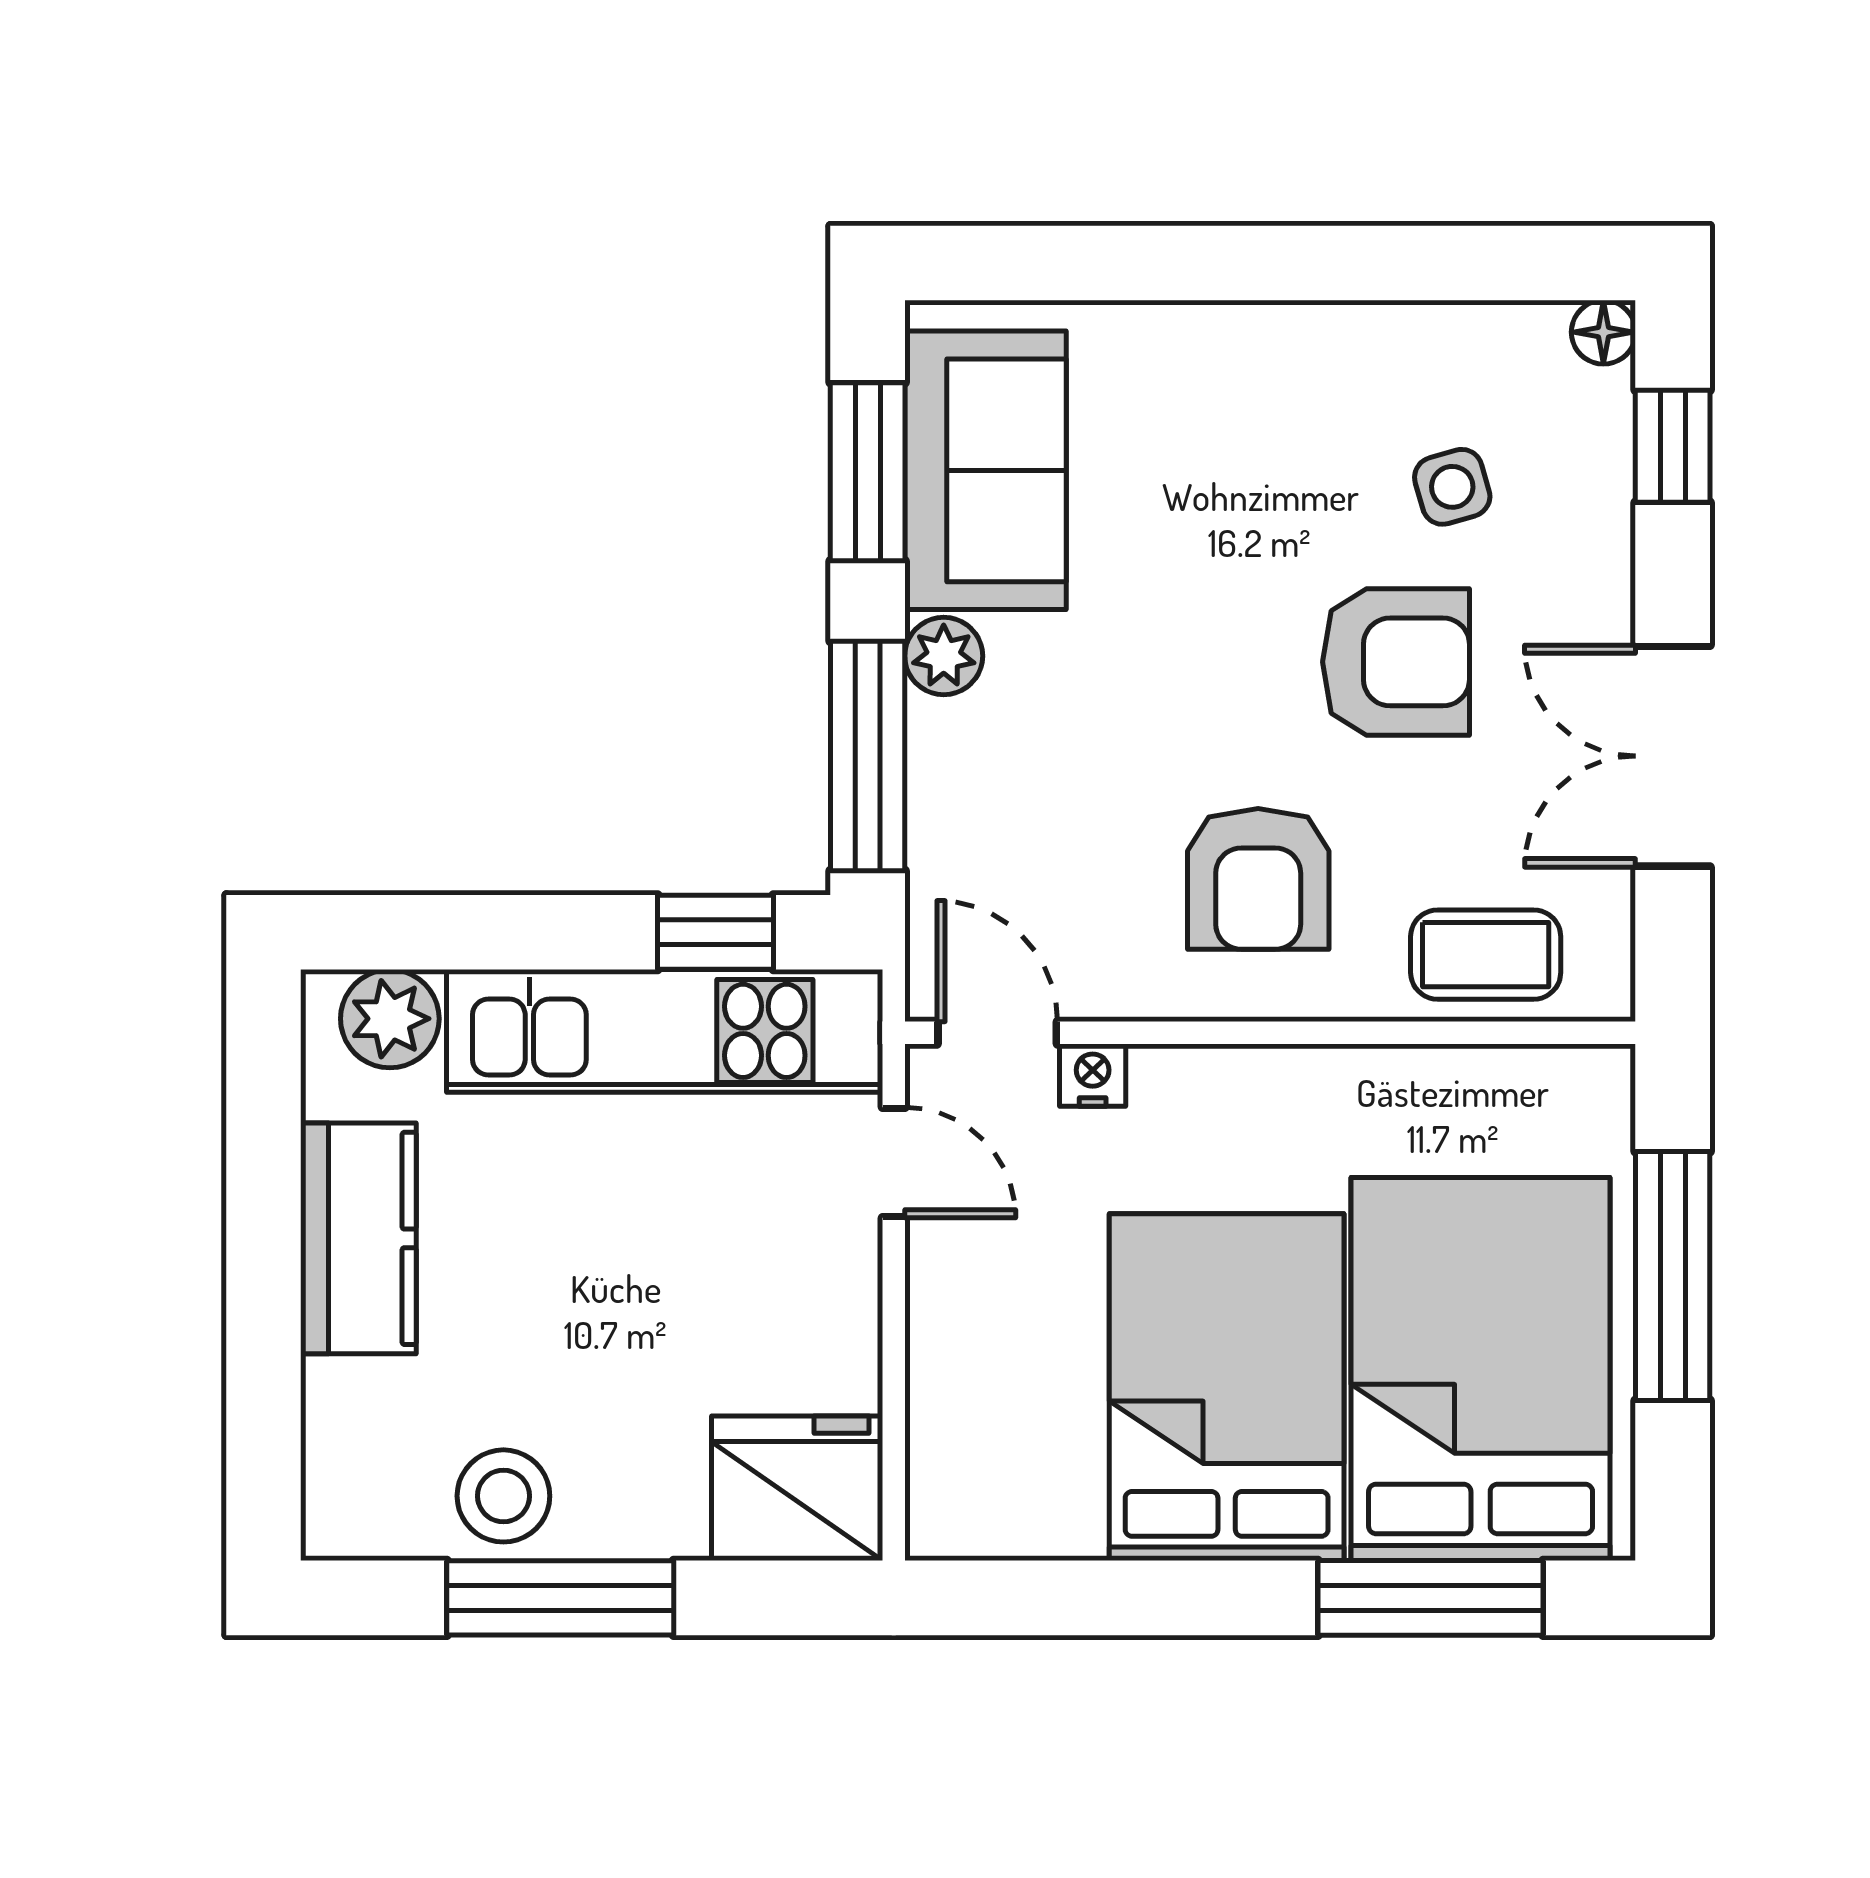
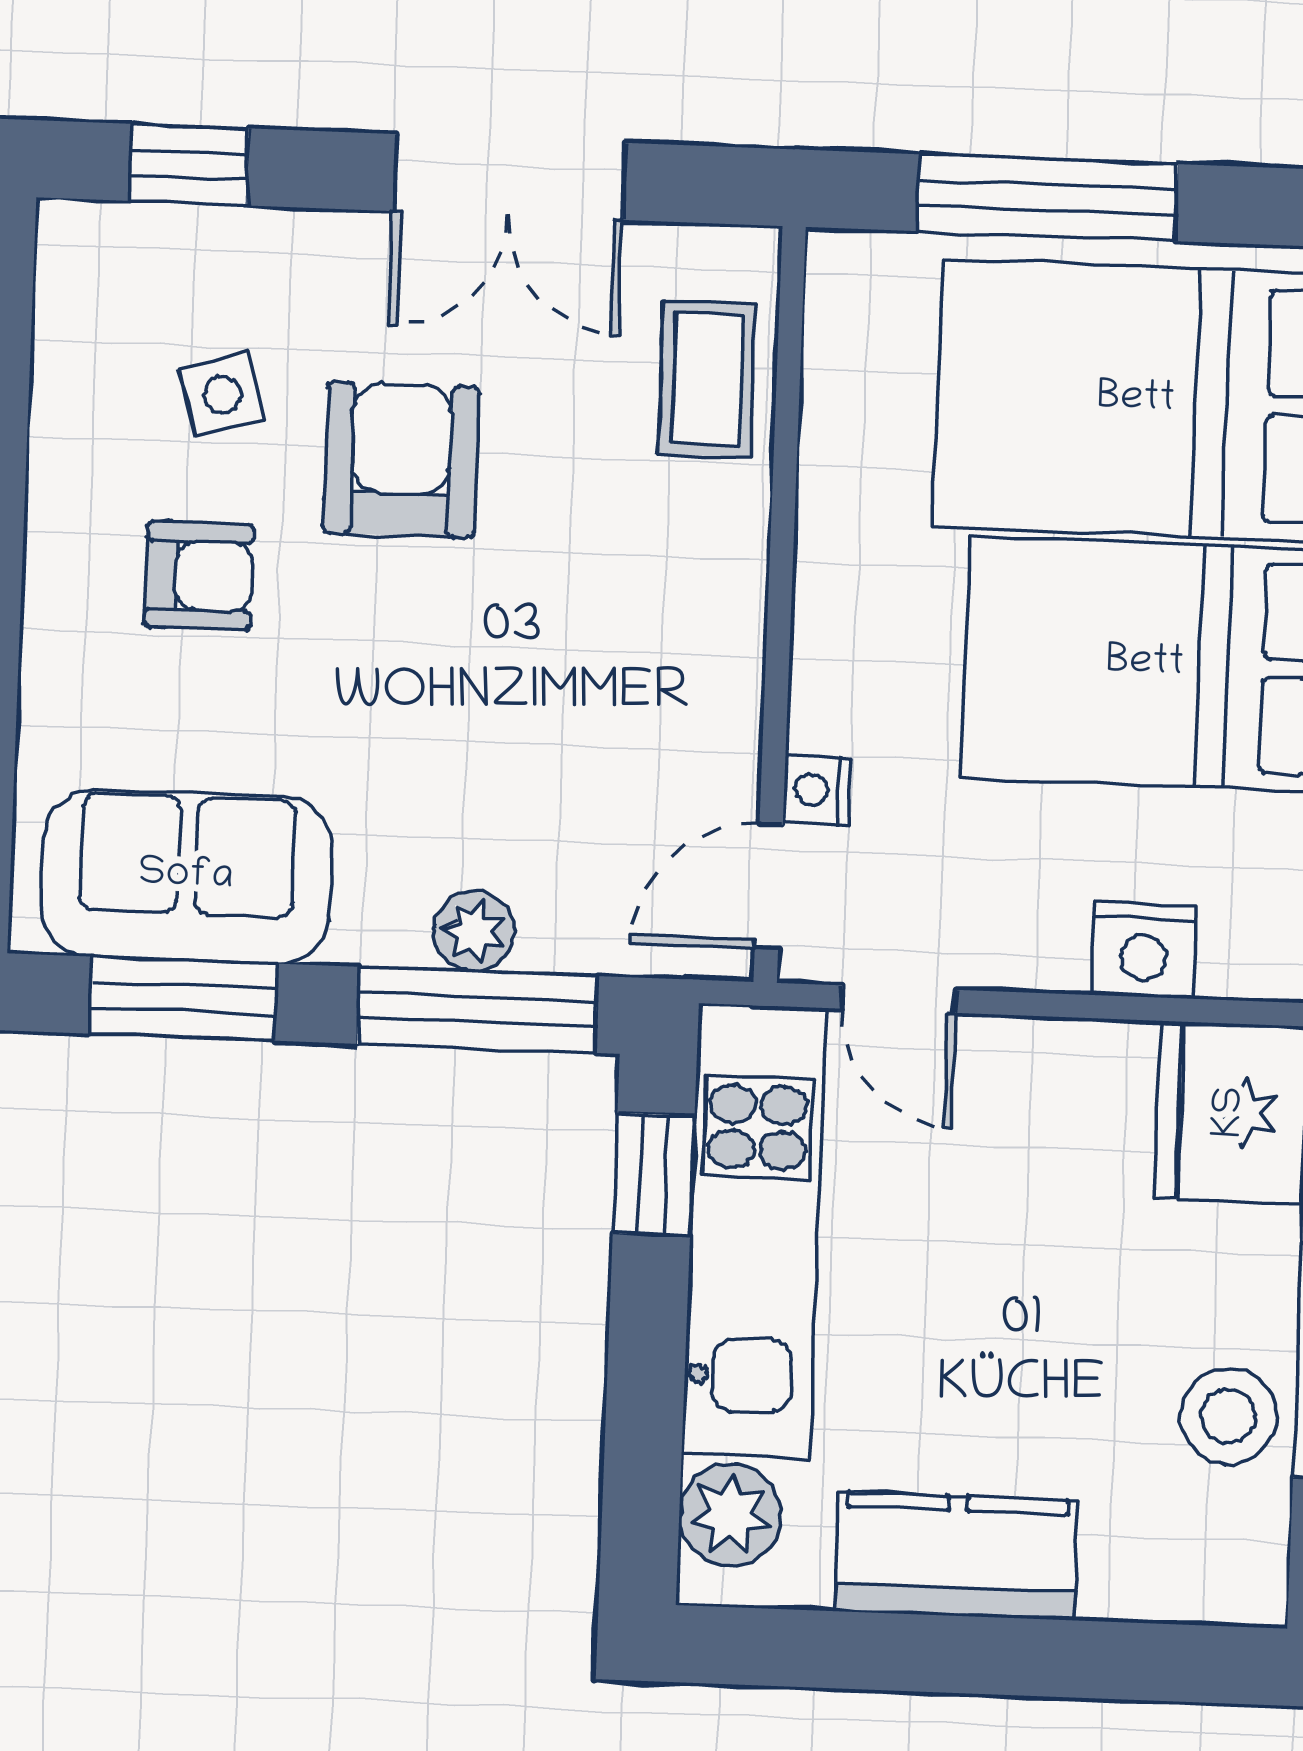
floor lamp: (1603, 332) -> (68, 232), removed
plant: (944, 656) -> (474, 931), moved
armchair: (1258, 879) -> (199, 576), moved, width x0.72, depth x0.72
door: (894, 1163) -> (899, 999), swing flipped
nightstand: (950, 1397) -> (1144, 950), added

